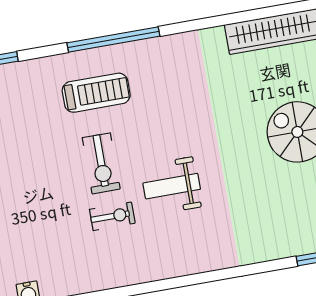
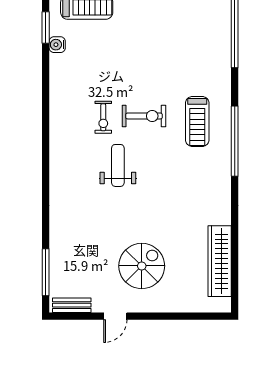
exercise bike: (101, 163) -> (144, 116), turned 180

